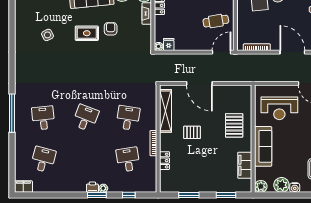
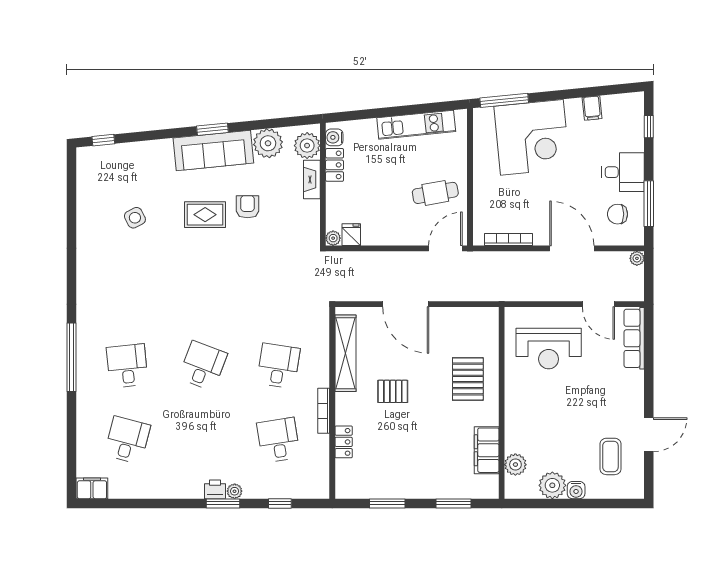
sofa: (263, 146) -> (520, 417), removed
plant: (261, 186) -> (515, 465), moved

